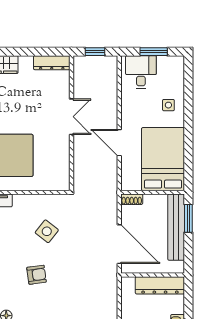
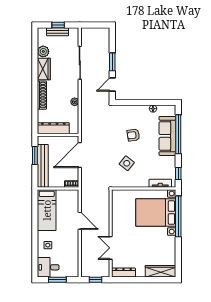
desk: (141, 72) -> (48, 267), moved, turned 90
double door: (71, 117) -> (111, 248), moved
bed: (163, 159) -> (47, 210), width x0.67
window: (188, 218) -> (35, 156), moved
door: (119, 244) -> (80, 155), hinge flipped

